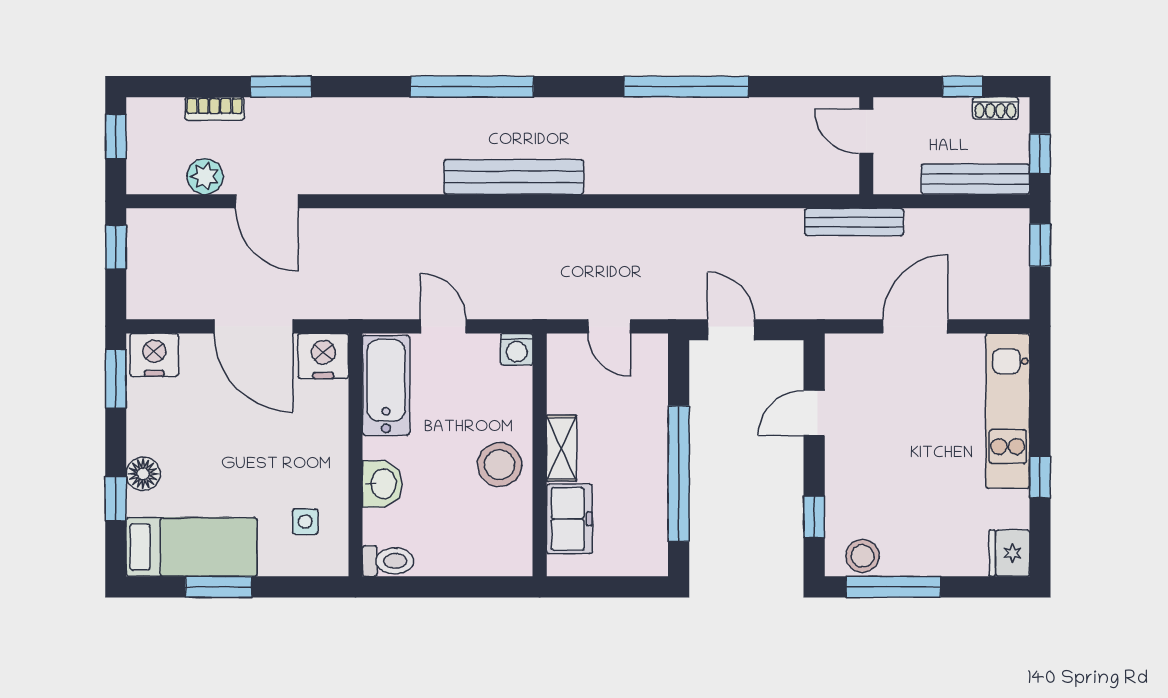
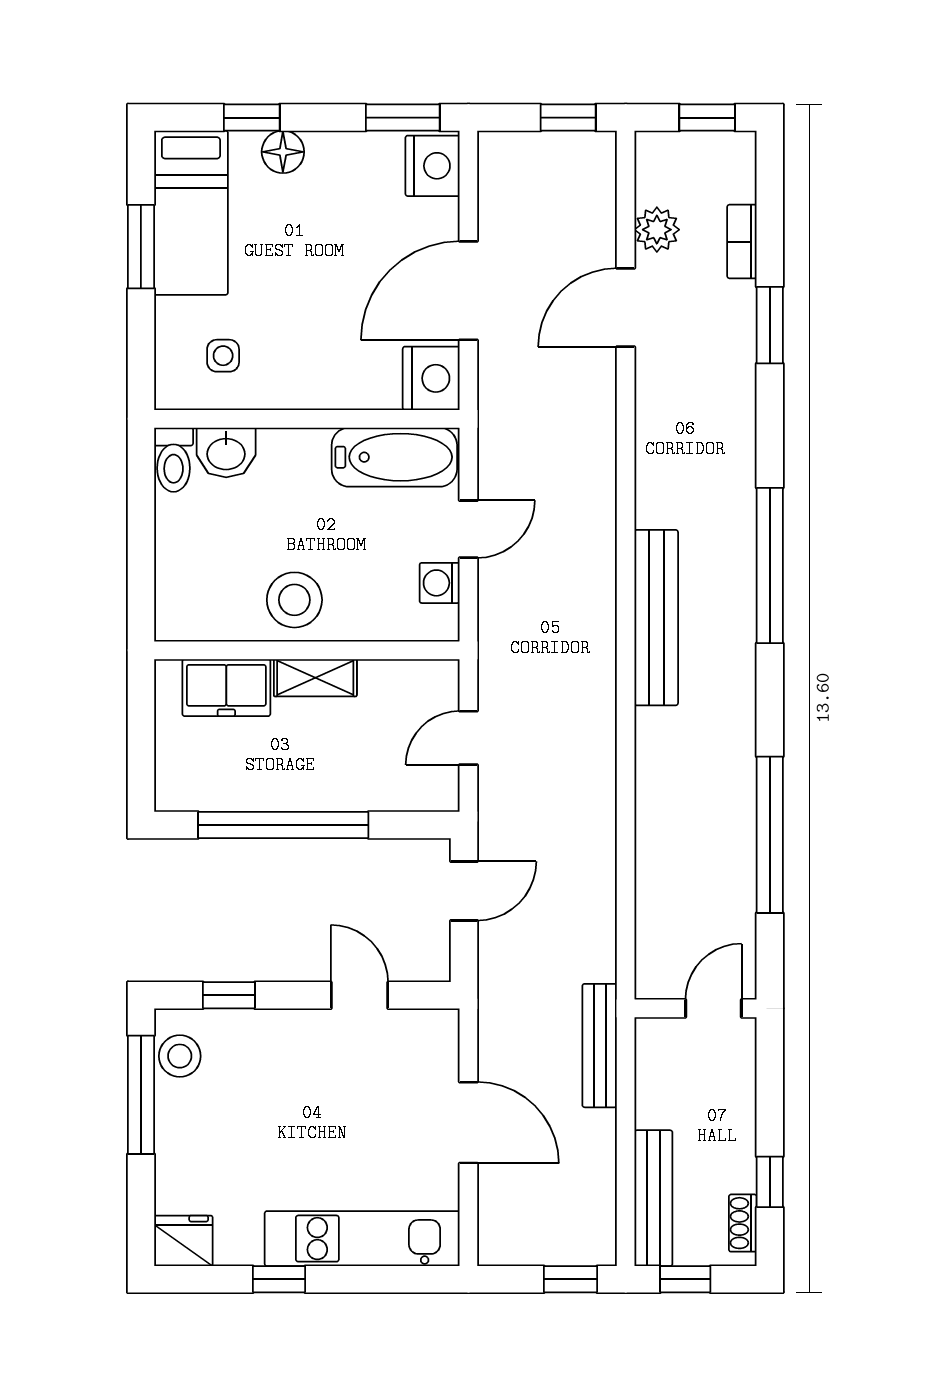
door: (866, 131) -> (714, 1008), moved
wall: (866, 146) -> (696, 1008), moved
washing machine: (517, 349) -> (440, 583), moved
washbasin: (382, 484) -> (226, 453), moved

